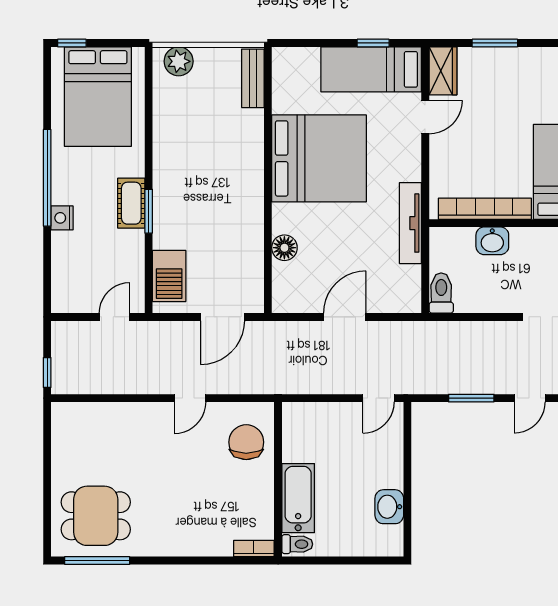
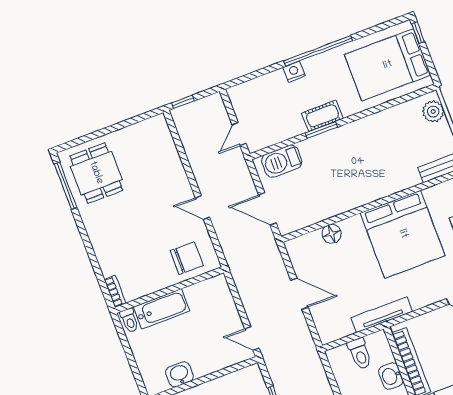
toilet: (441, 293) -> (360, 354), moved, turned 90
door: (114, 317) -> (239, 134), swing flipped

